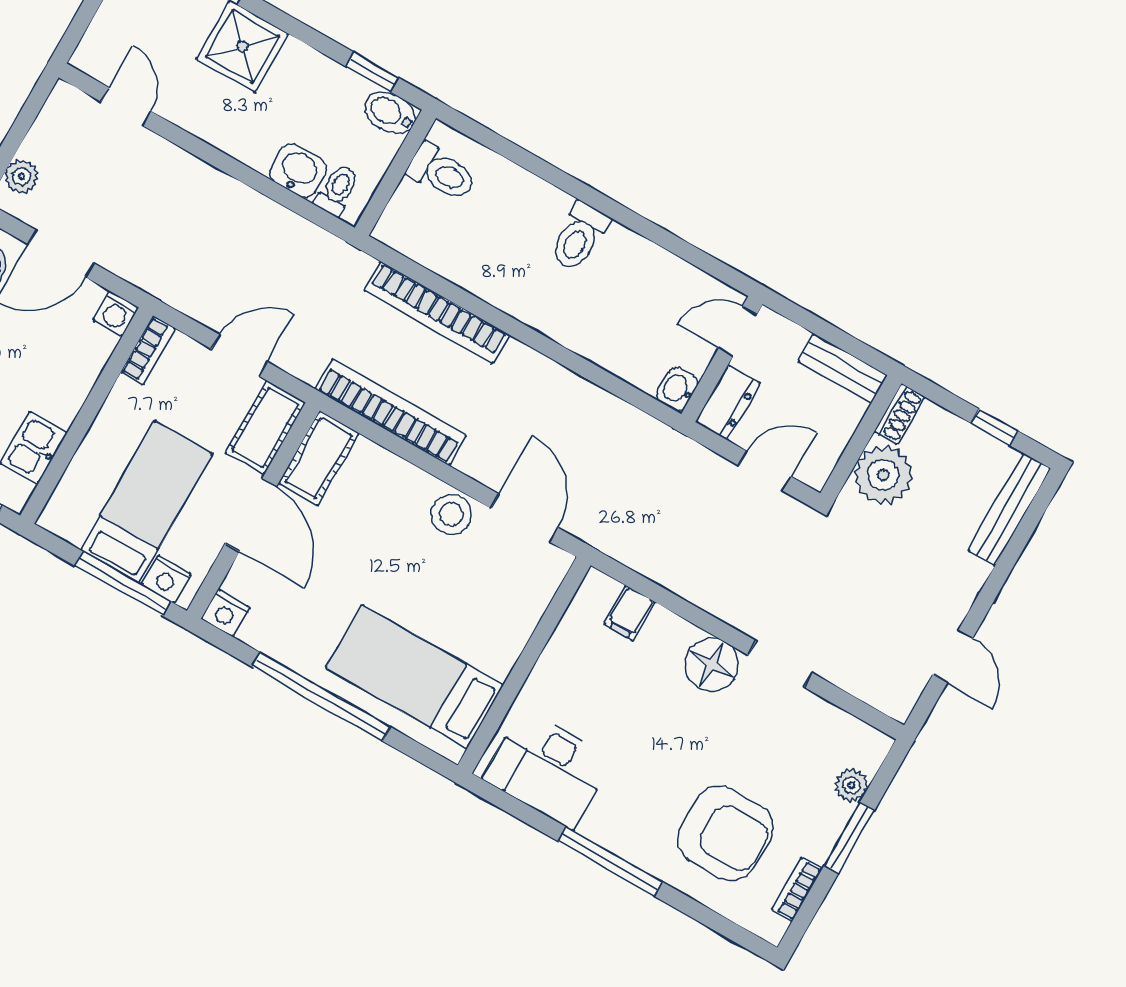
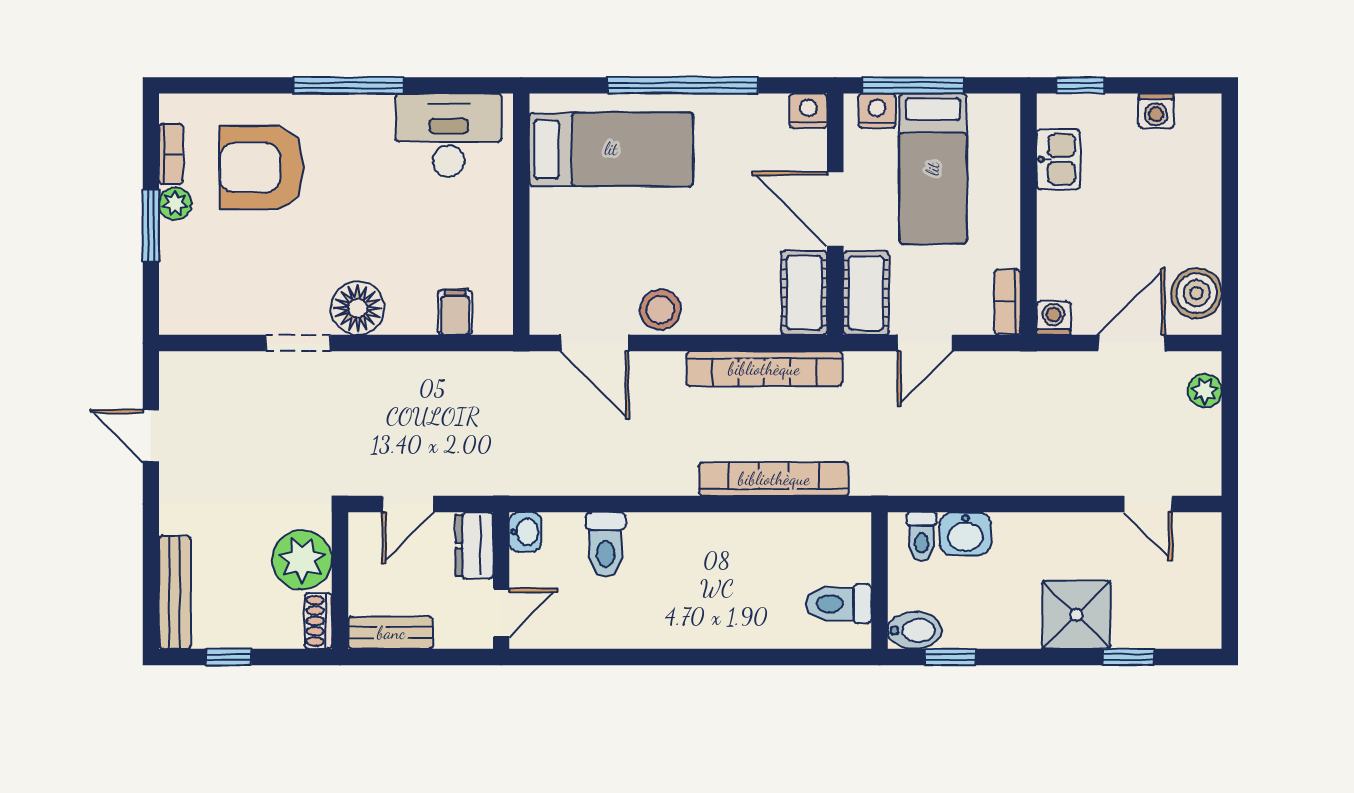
toilet: (579, 237) -> (606, 545), moved, turned 180
plant: (851, 785) -> (175, 204), moved

